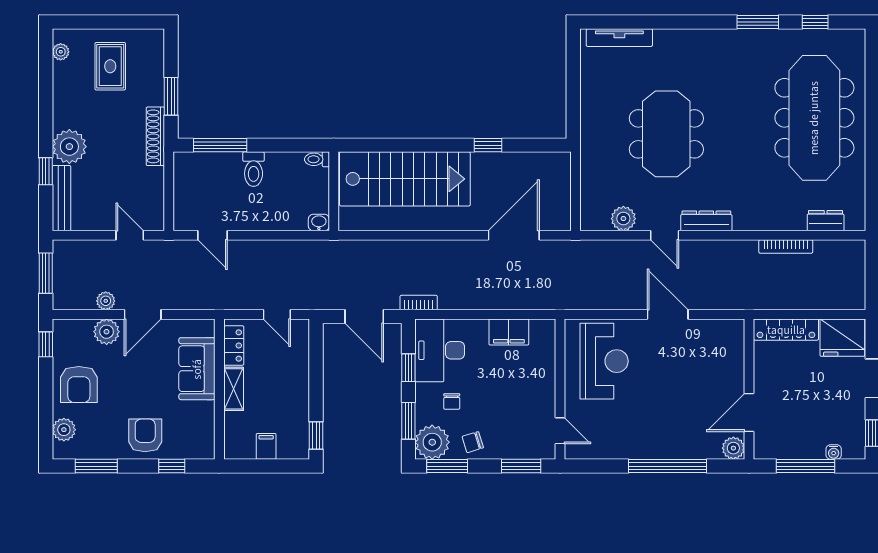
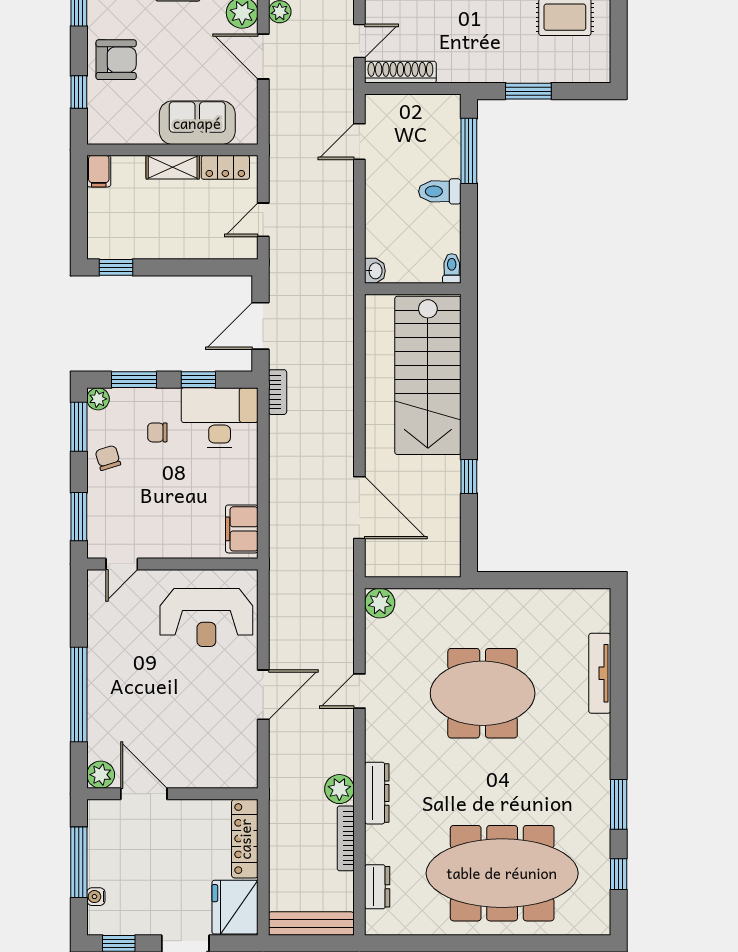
tv unit: (619, 38) -> (600, 673), moved
shoe rack: (155, 136) -> (400, 72), moved
plant: (623, 219) -> (380, 603), moved
dresser: (706, 221) -> (377, 793), moved
plant: (745, 252) -> (339, 789), added
bench: (856, 275) -> (311, 924), added
filing cabinet: (509, 332) -> (242, 529), moved
plant: (432, 442) -> (98, 399), width x0.53, depth x0.53
filing cabinet: (266, 446) -> (99, 171), moved, turned 90

